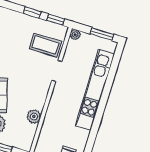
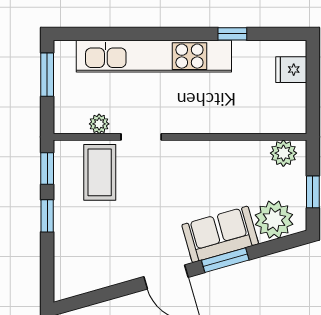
plant: (75, 35) -> (99, 124), moved
plant: (34, 116) -> (283, 153), moved
window: (94, 132) -> (232, 34), added

